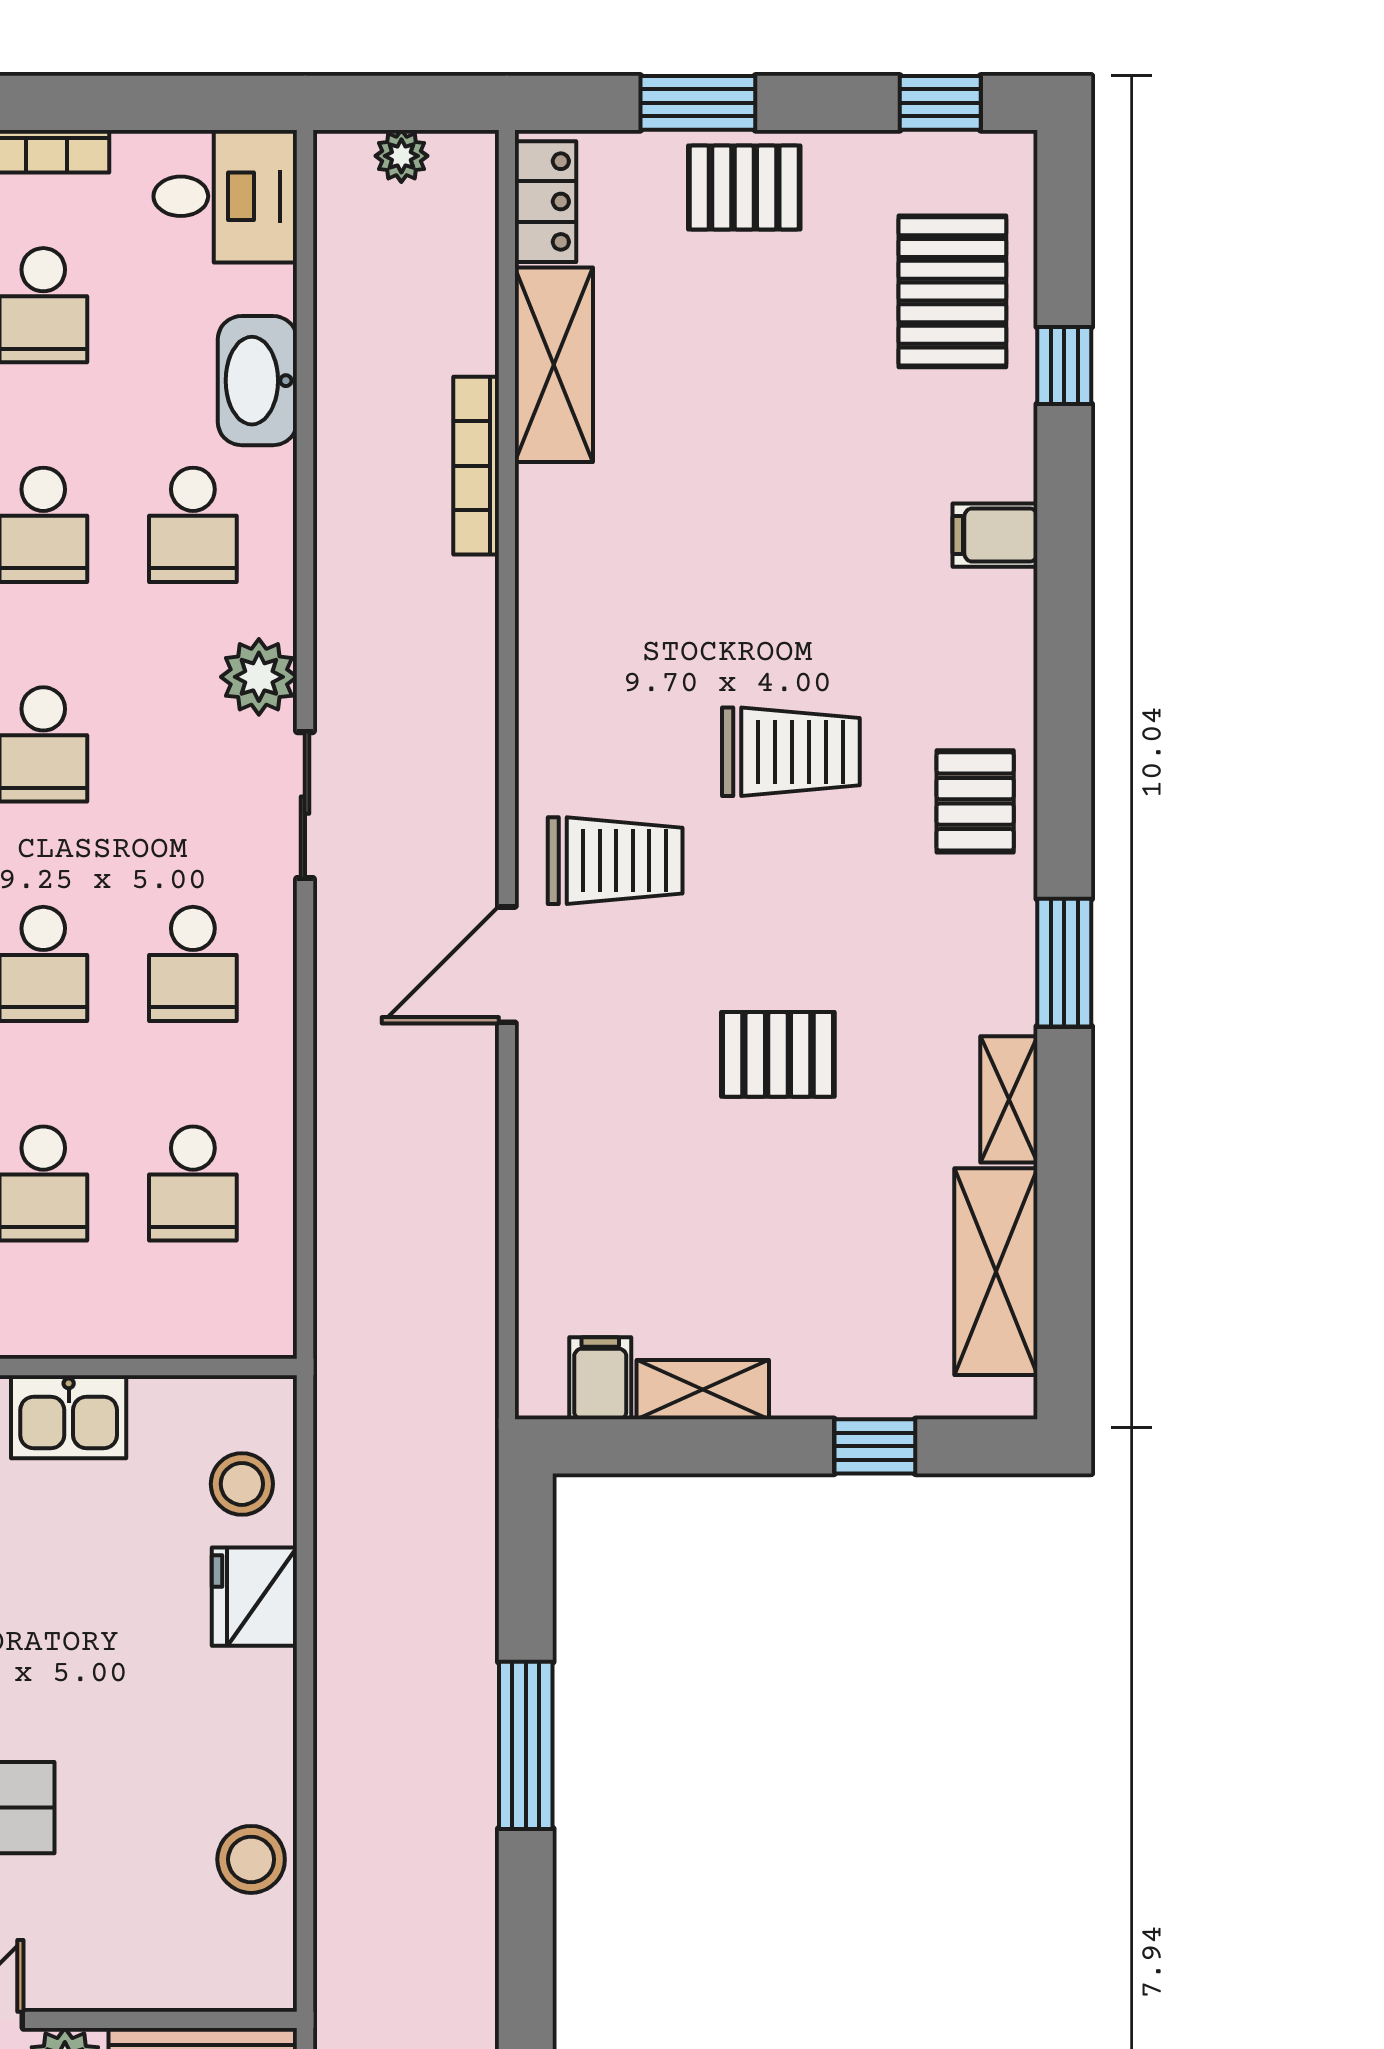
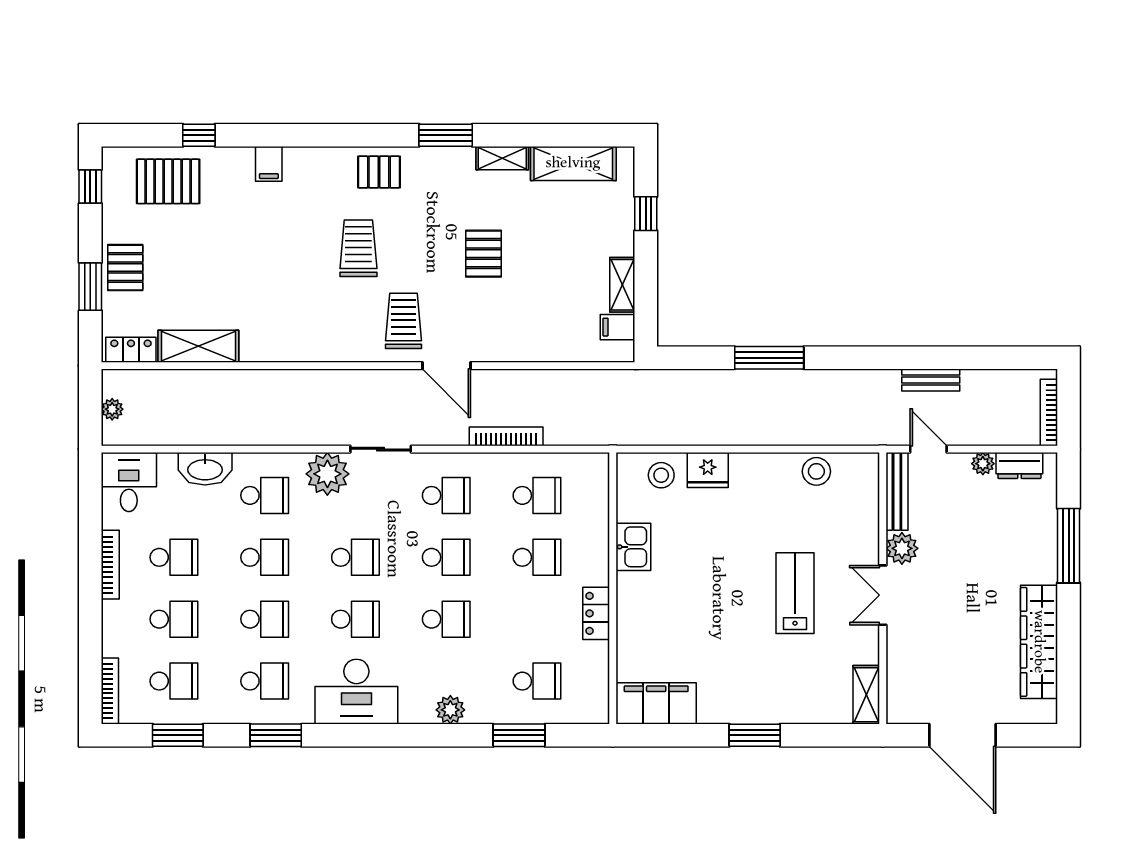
bookcase: (476, 466) -> (506, 436), moved, turned 180
plant: (259, 677) -> (327, 474), width x1.36, depth x1.36

